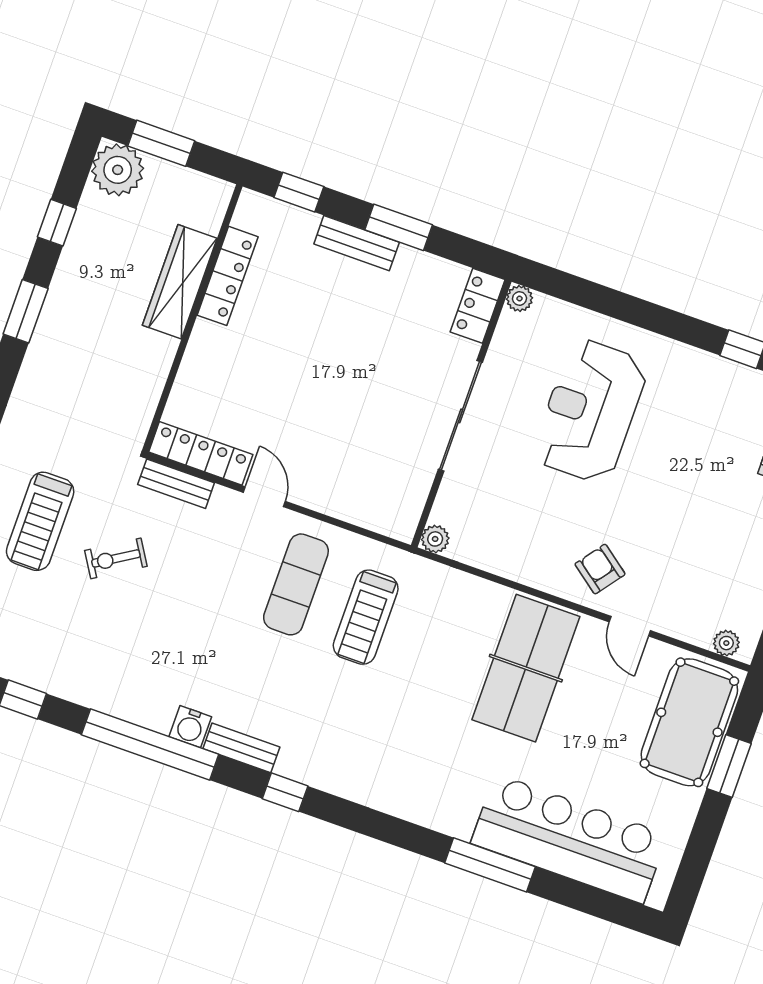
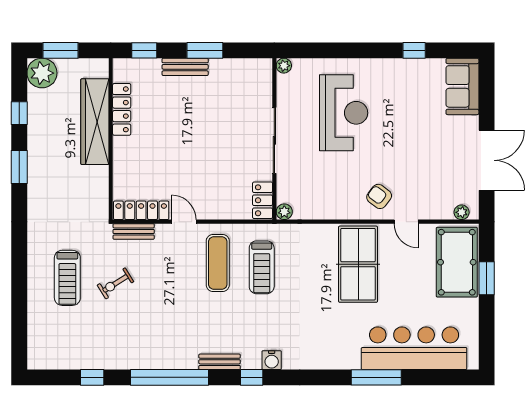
wardrobe: (180, 282) -> (95, 122), width x1.40, depth x1.17
locker: (478, 306) -> (263, 200), moved
reception desk: (590, 411) -> (344, 113), turned 180
water cooler: (190, 727) -> (272, 360), moved

